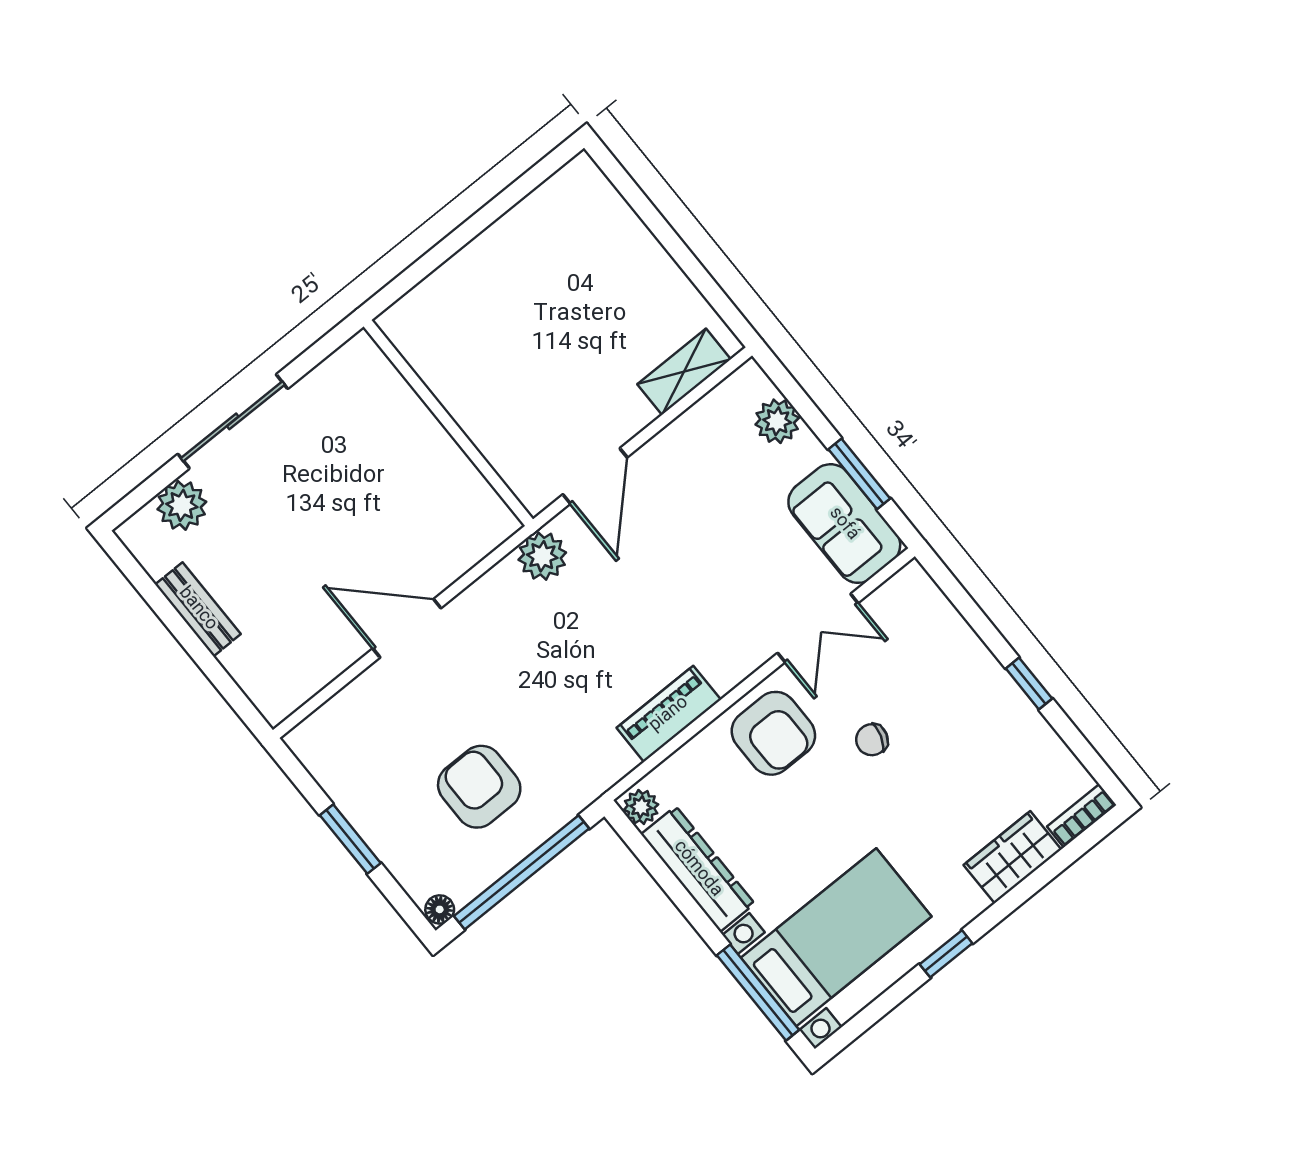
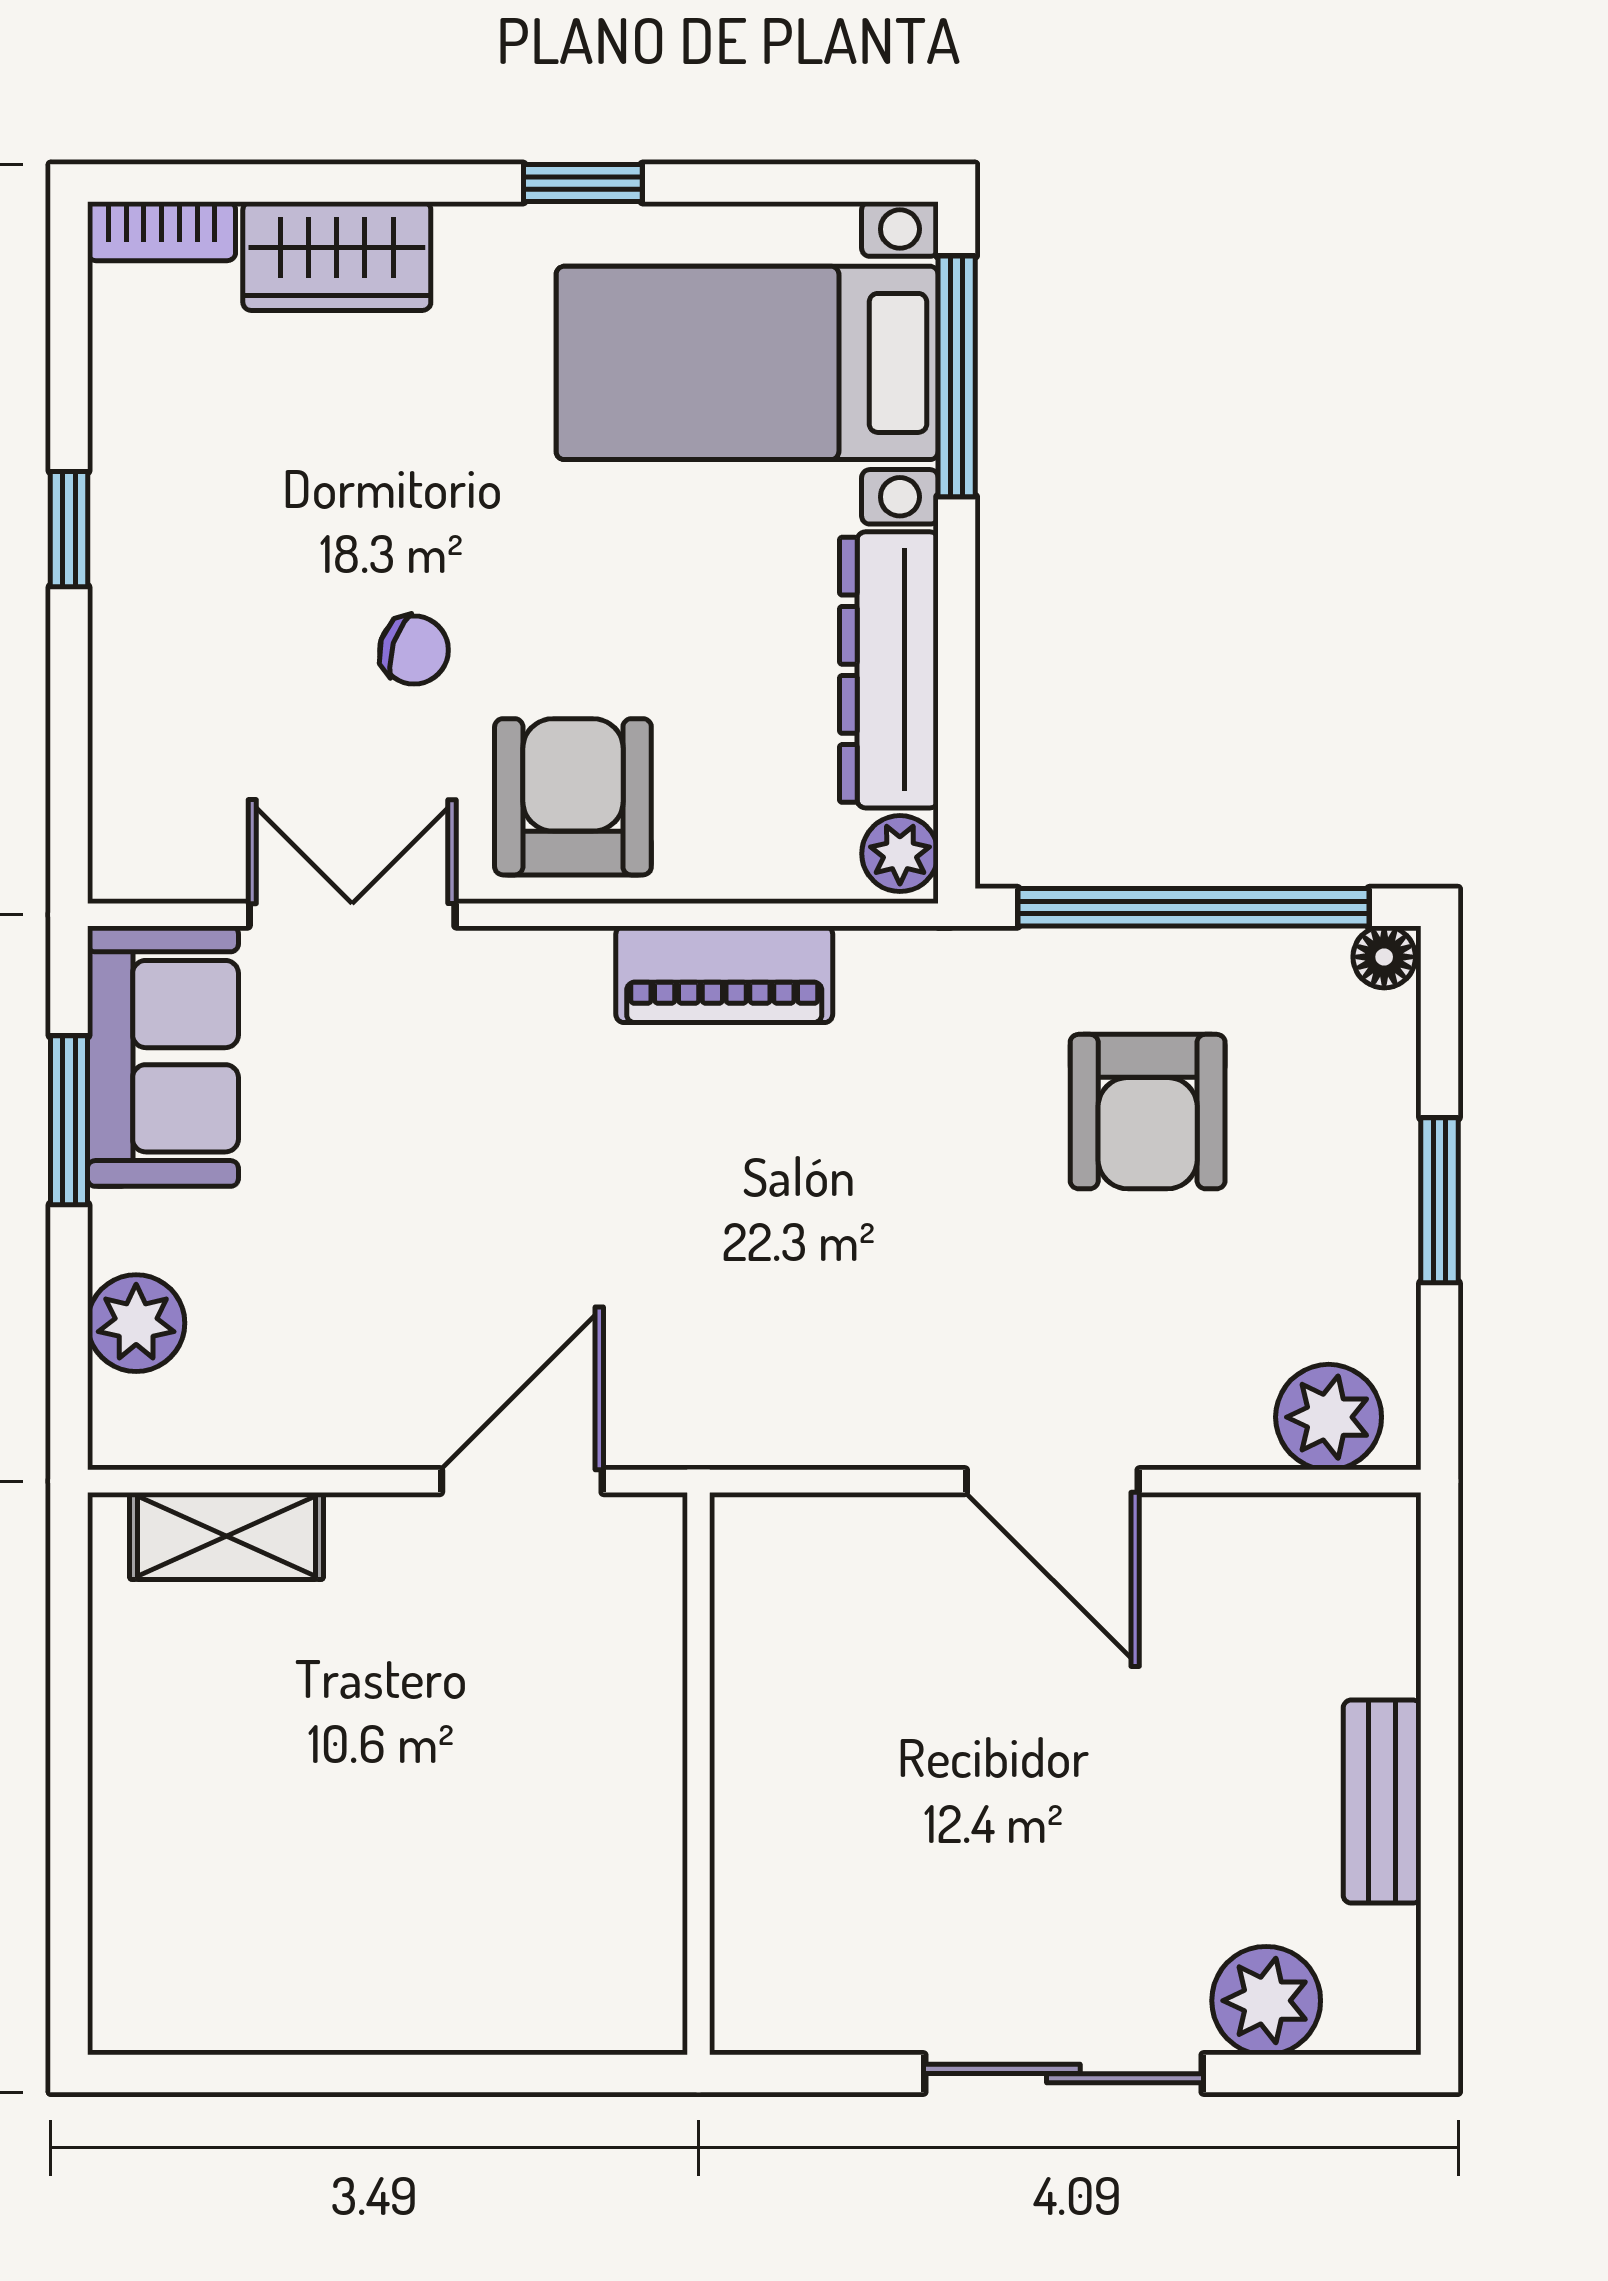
plant: (542, 556) -> (1329, 1417), moved

